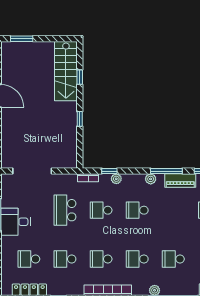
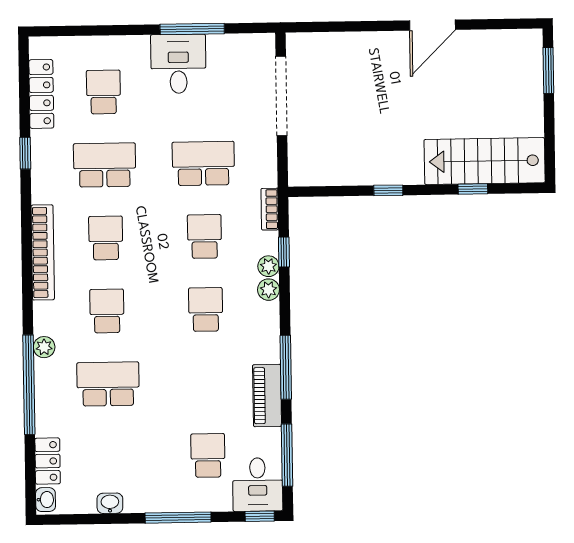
plant: (151, 179) -> (268, 290), moved
school desk: (65, 259) -> (105, 165), width x1.85
school desk: (173, 259) -> (108, 384), width x1.85

